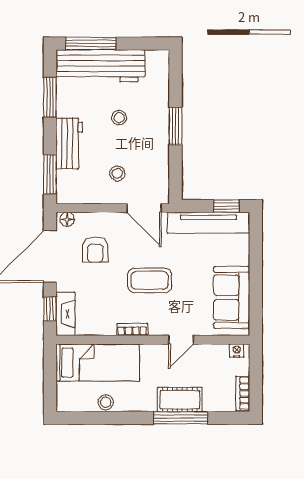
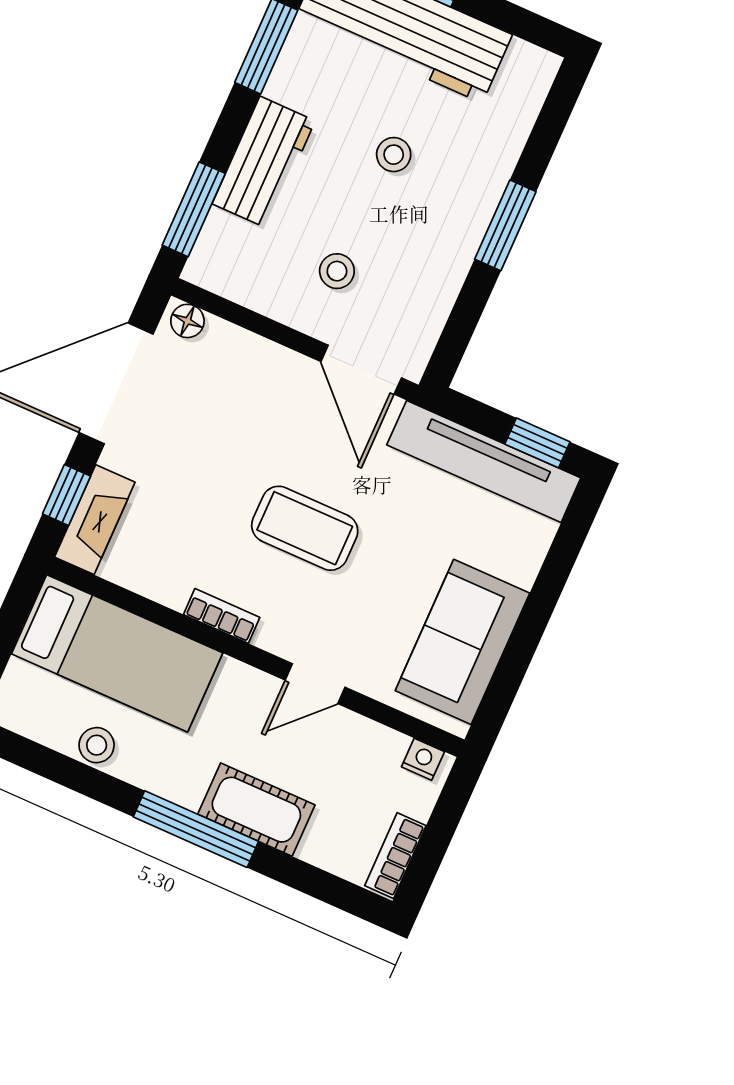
armchair: (95, 250) -> (219, 412), removed
window: (181, 418) -> (196, 829), moved

